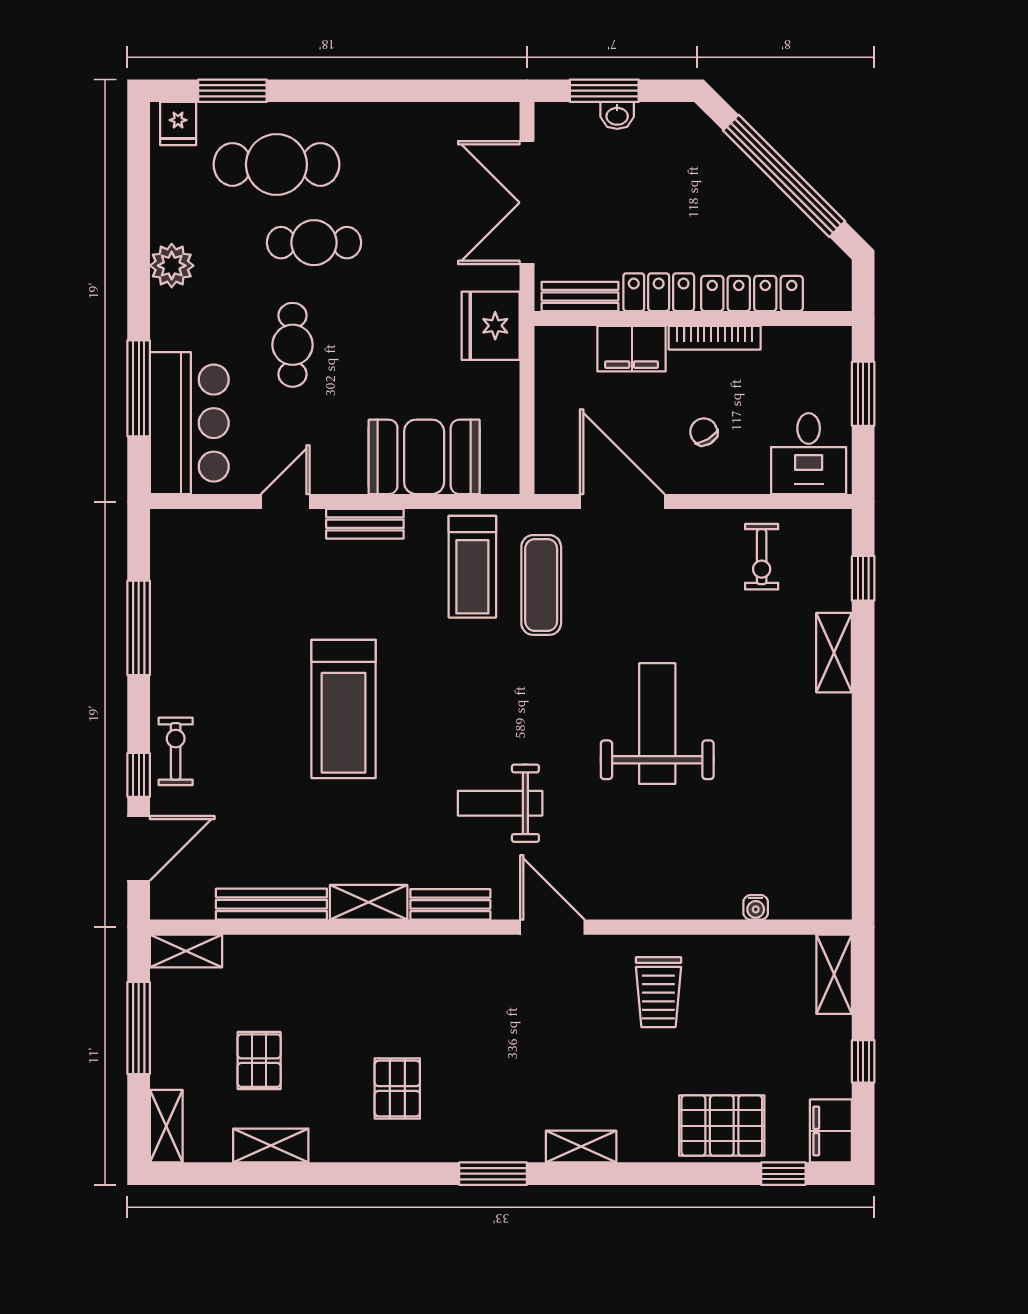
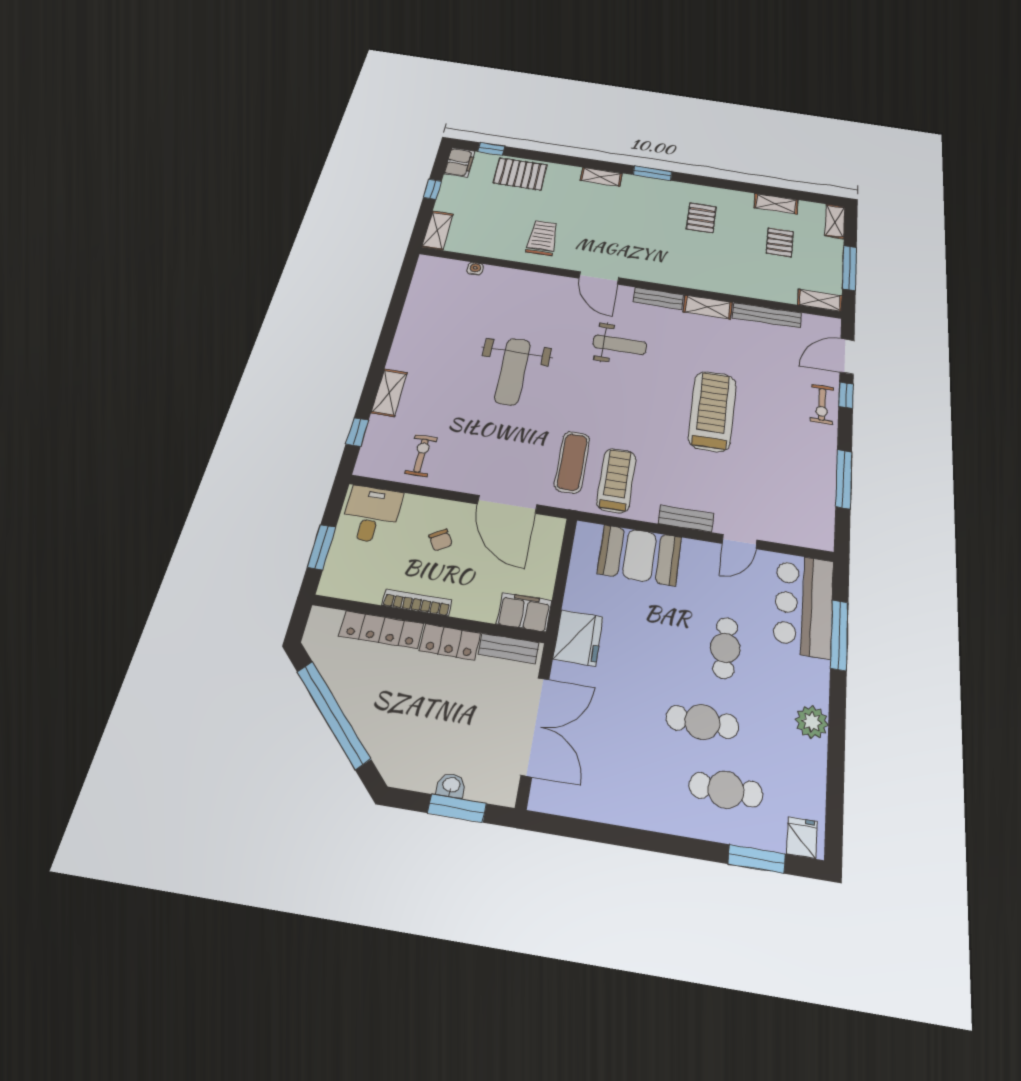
cafe table: (276, 164) -> (726, 790), width x0.73, depth x0.74
filing cabinet: (632, 349) -> (524, 612), moved

